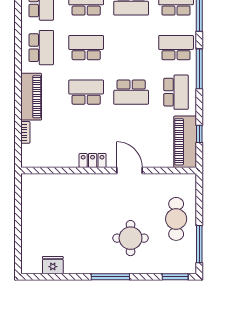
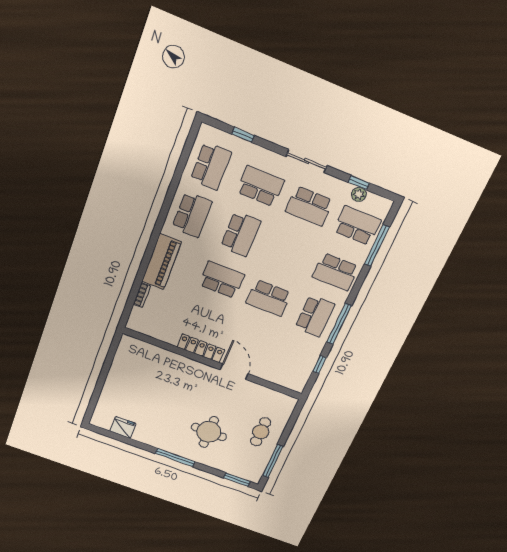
school desk: (86, 48) -> (241, 234), turned 90
school desk: (176, 48) -> (336, 272), turned 180
window: (199, 69) -> (339, 324), moved
piano: (185, 142) -> (302, 366), removed
locker: (93, 160) -> (201, 348), width x1.53
cafe table: (176, 219) -> (261, 432), width x0.73, depth x0.74

